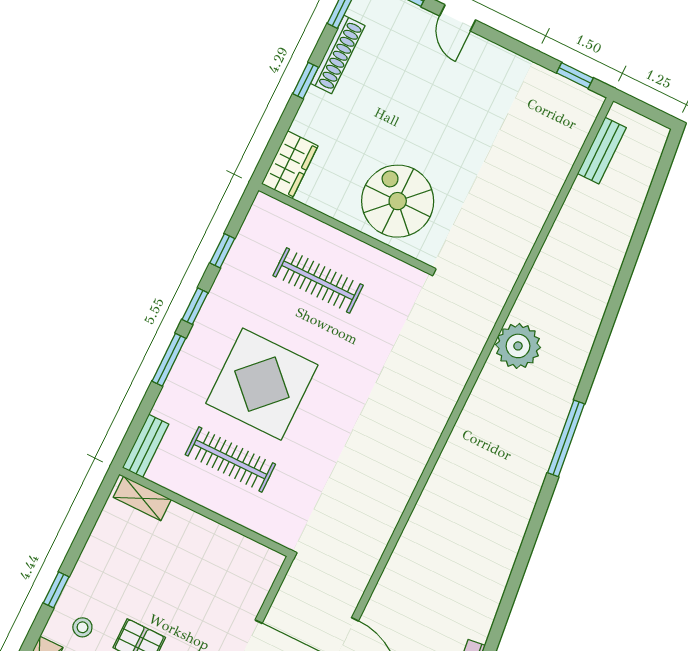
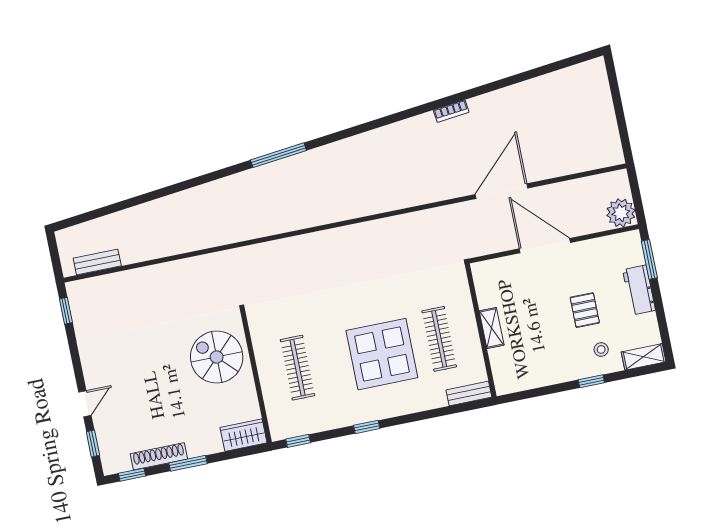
window: (306, 80) -> (188, 463), width x1.50
spiral stairs: (398, 201) -> (217, 357), turned 90
window: (222, 251) -> (298, 441), moved
plant: (518, 346) -> (247, 224), removed
window: (169, 360) -> (409, 418), removed
shelving: (142, 498) -> (492, 328), moved

